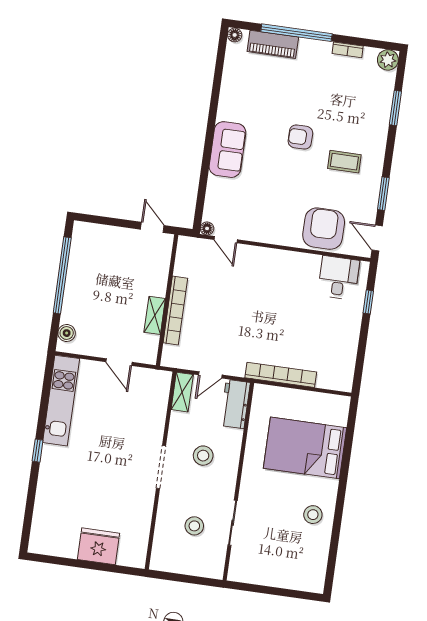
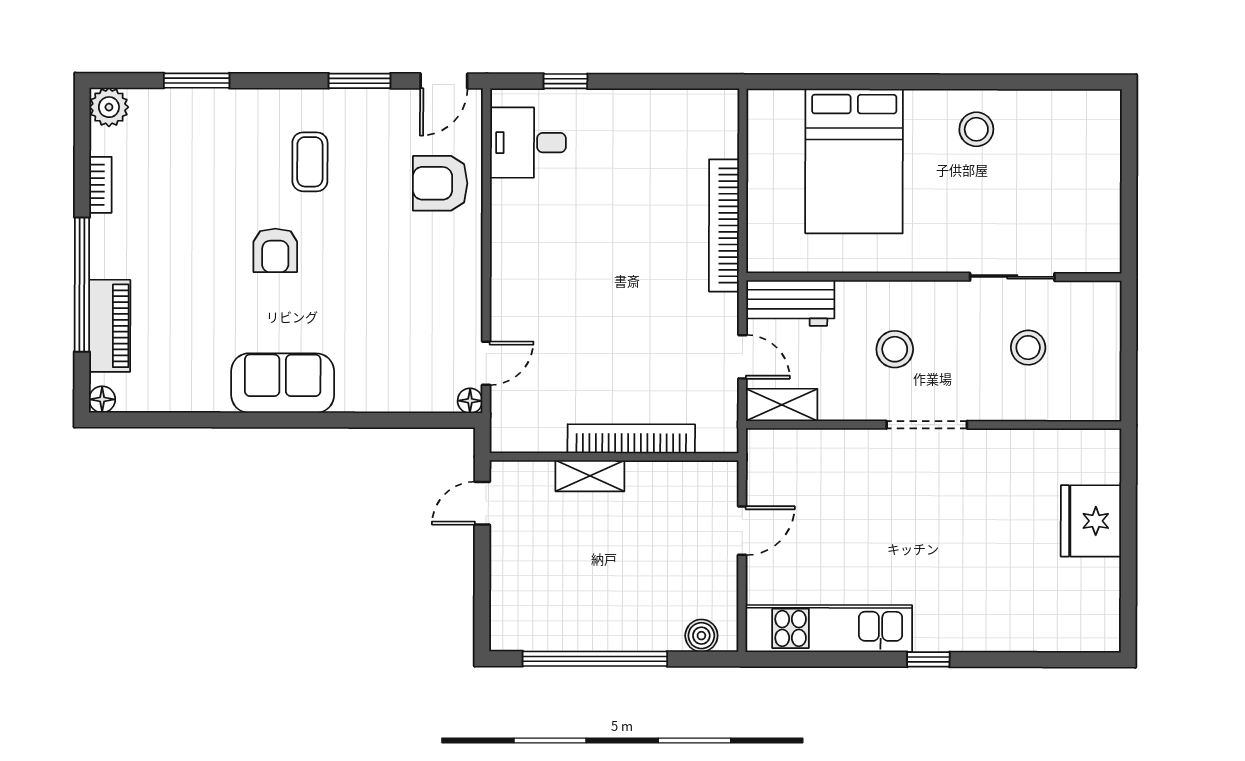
sofa: (227, 150) -> (283, 383), moved
armchair: (324, 229) -> (440, 183), width x0.73, depth x0.73
shelving: (155, 315) -> (590, 476), moved

